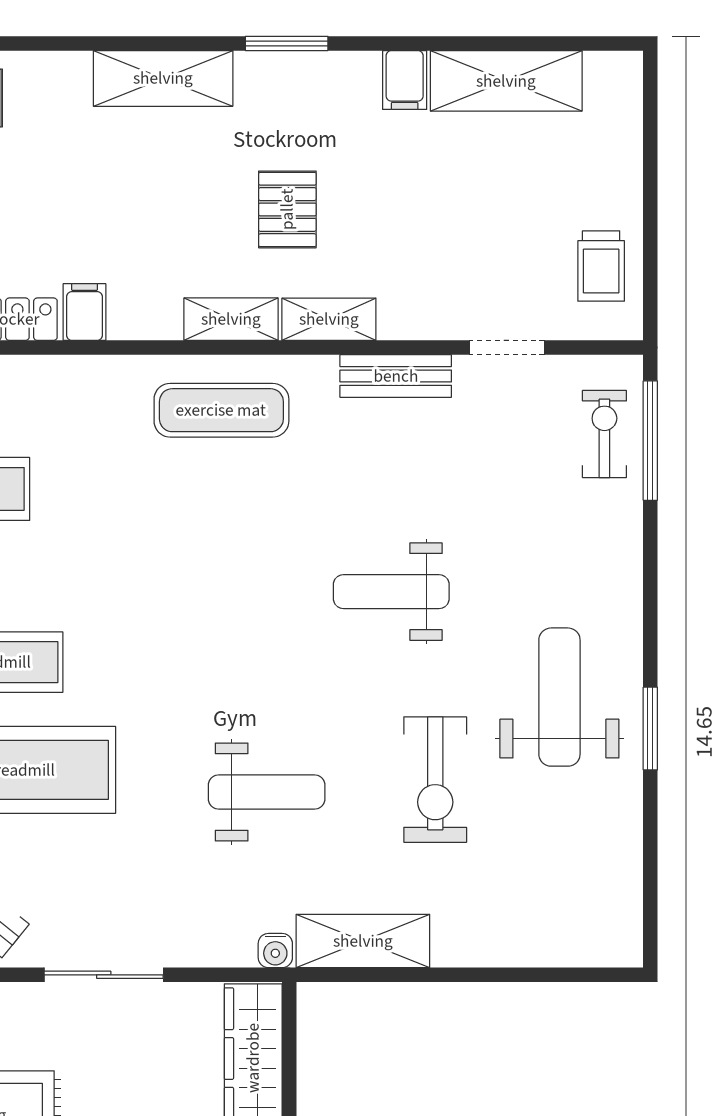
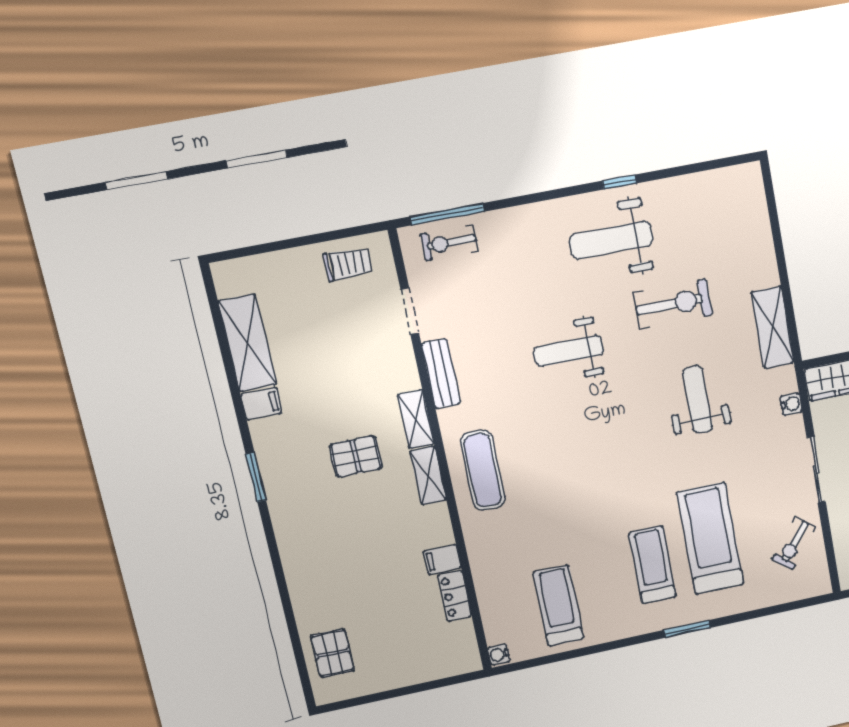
shelving: (163, 78) -> (294, 544), removed
weight bench: (391, 592) -> (569, 351), turned 90
window: (650, 729) -> (619, 182), width x0.67
water cooler: (275, 951) -> (791, 404), moved

